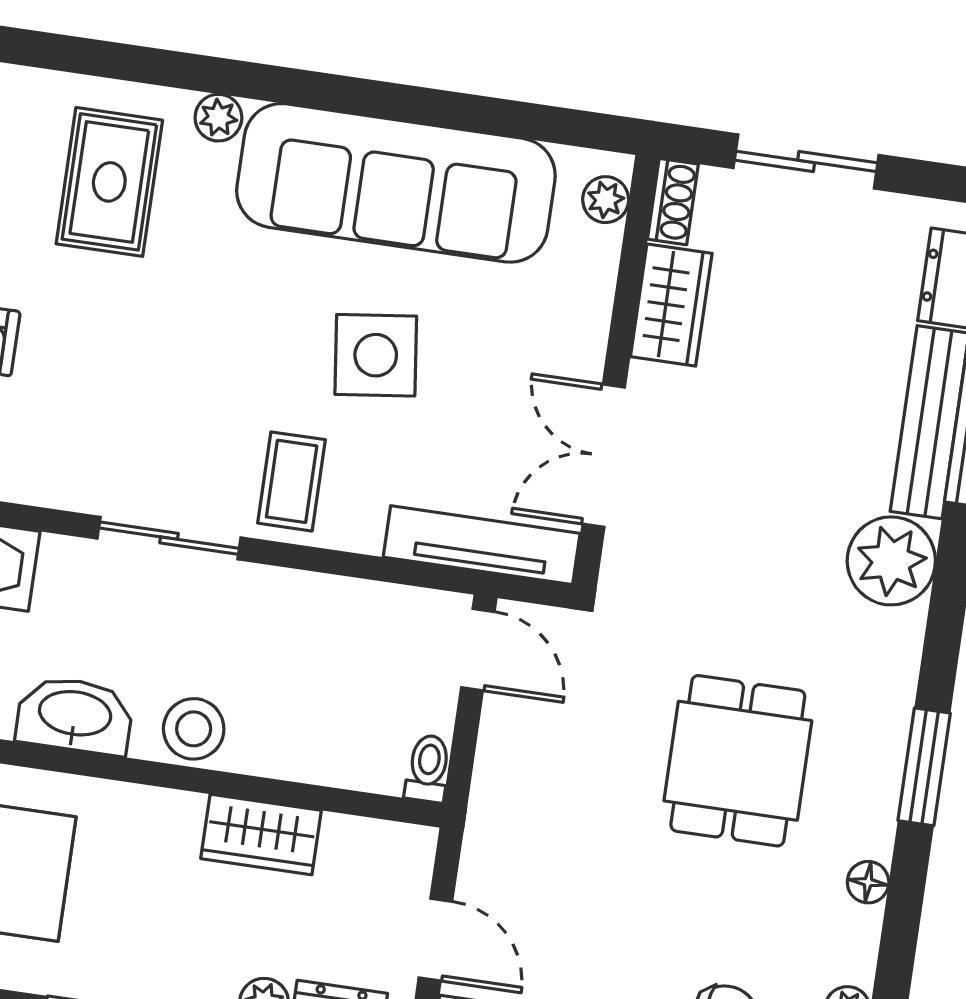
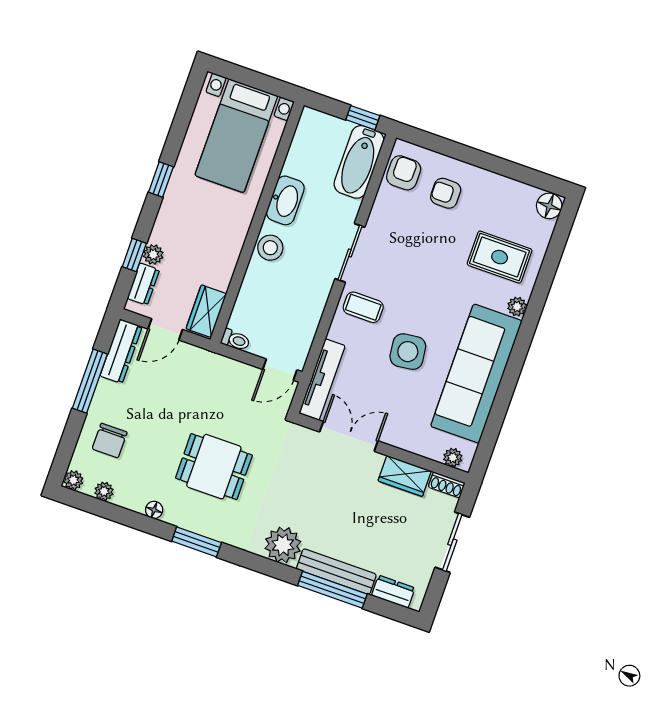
wardrobe: (261, 834) -> (206, 311), moved

